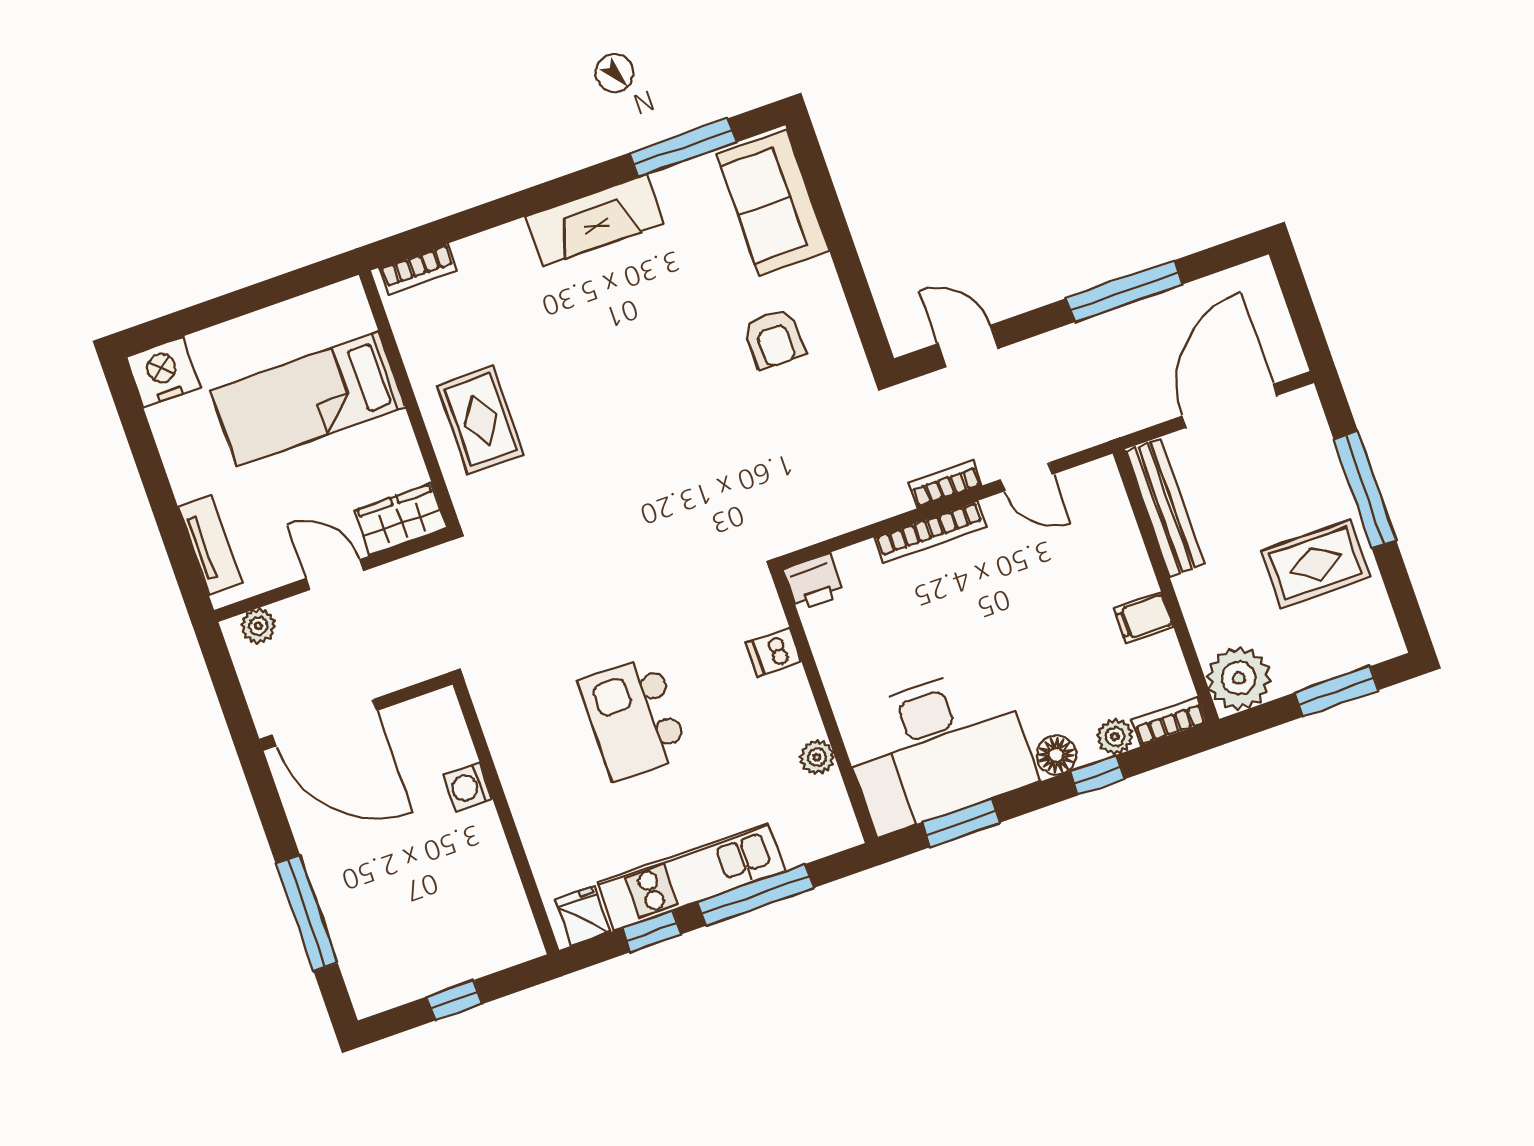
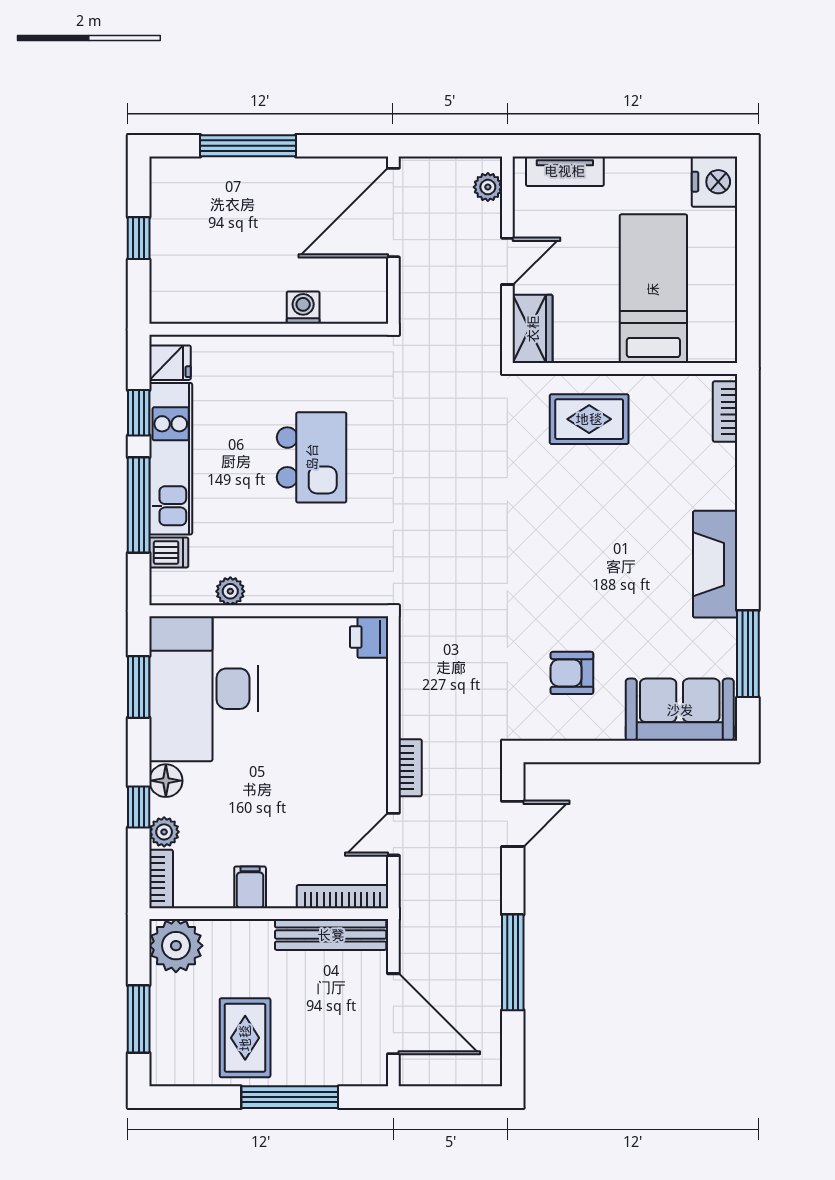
bookcase: (930, 532) -> (342, 897), moved, turned 90
dishwasher: (774, 652) -> (169, 553), moved, turned 90
kitchen island: (634, 718) -> (312, 457), turned 90

